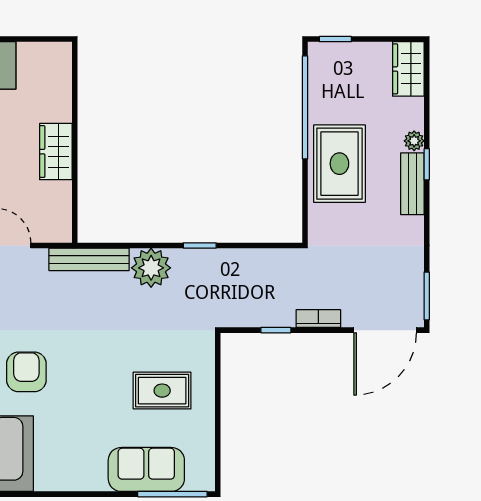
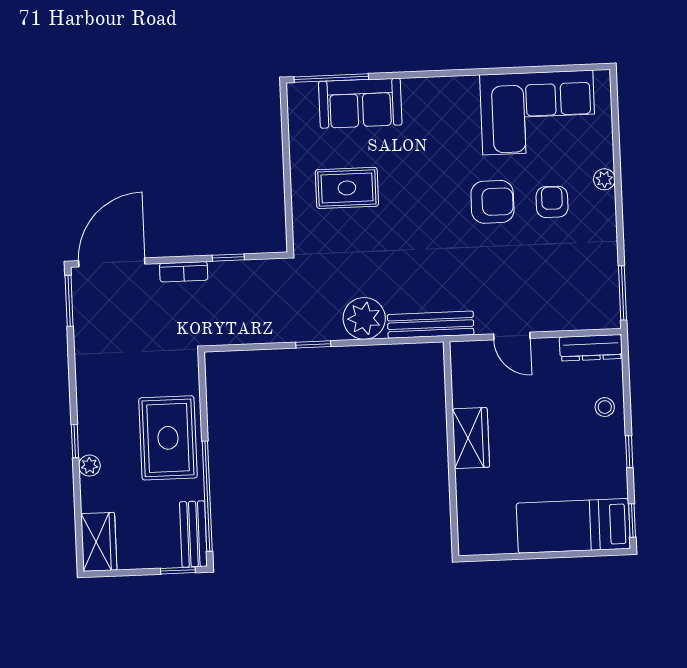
bench: (412, 184) -> (193, 534), moved
armchair: (26, 372) -> (492, 202), turned -90

